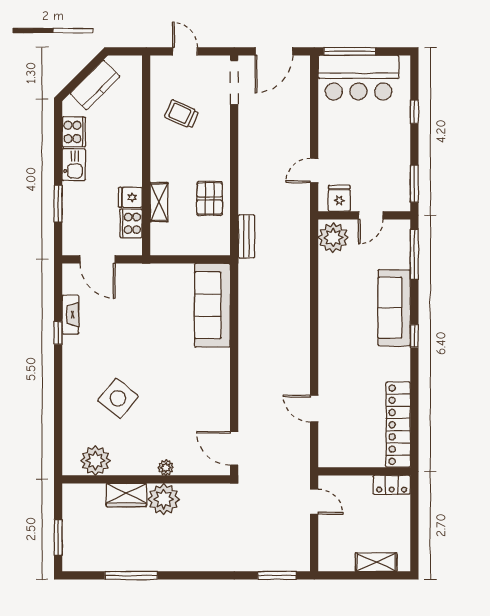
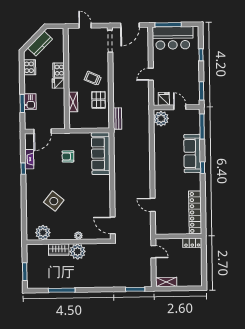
trolley: (182, 114) -> (93, 78), moved
kitchen sink: (74, 165) -> (30, 102), moved
door: (314, 170) -> (151, 74), moved
fridge: (130, 197) -> (58, 83), moved
door: (371, 215) -> (180, 107), swing flipped
cooker: (131, 223) -> (59, 70), moved
door: (98, 259) -> (43, 131), hinge flipped
armchair: (147, 310) -> (68, 156), added
shelving: (376, 562) -> (166, 282), moved

